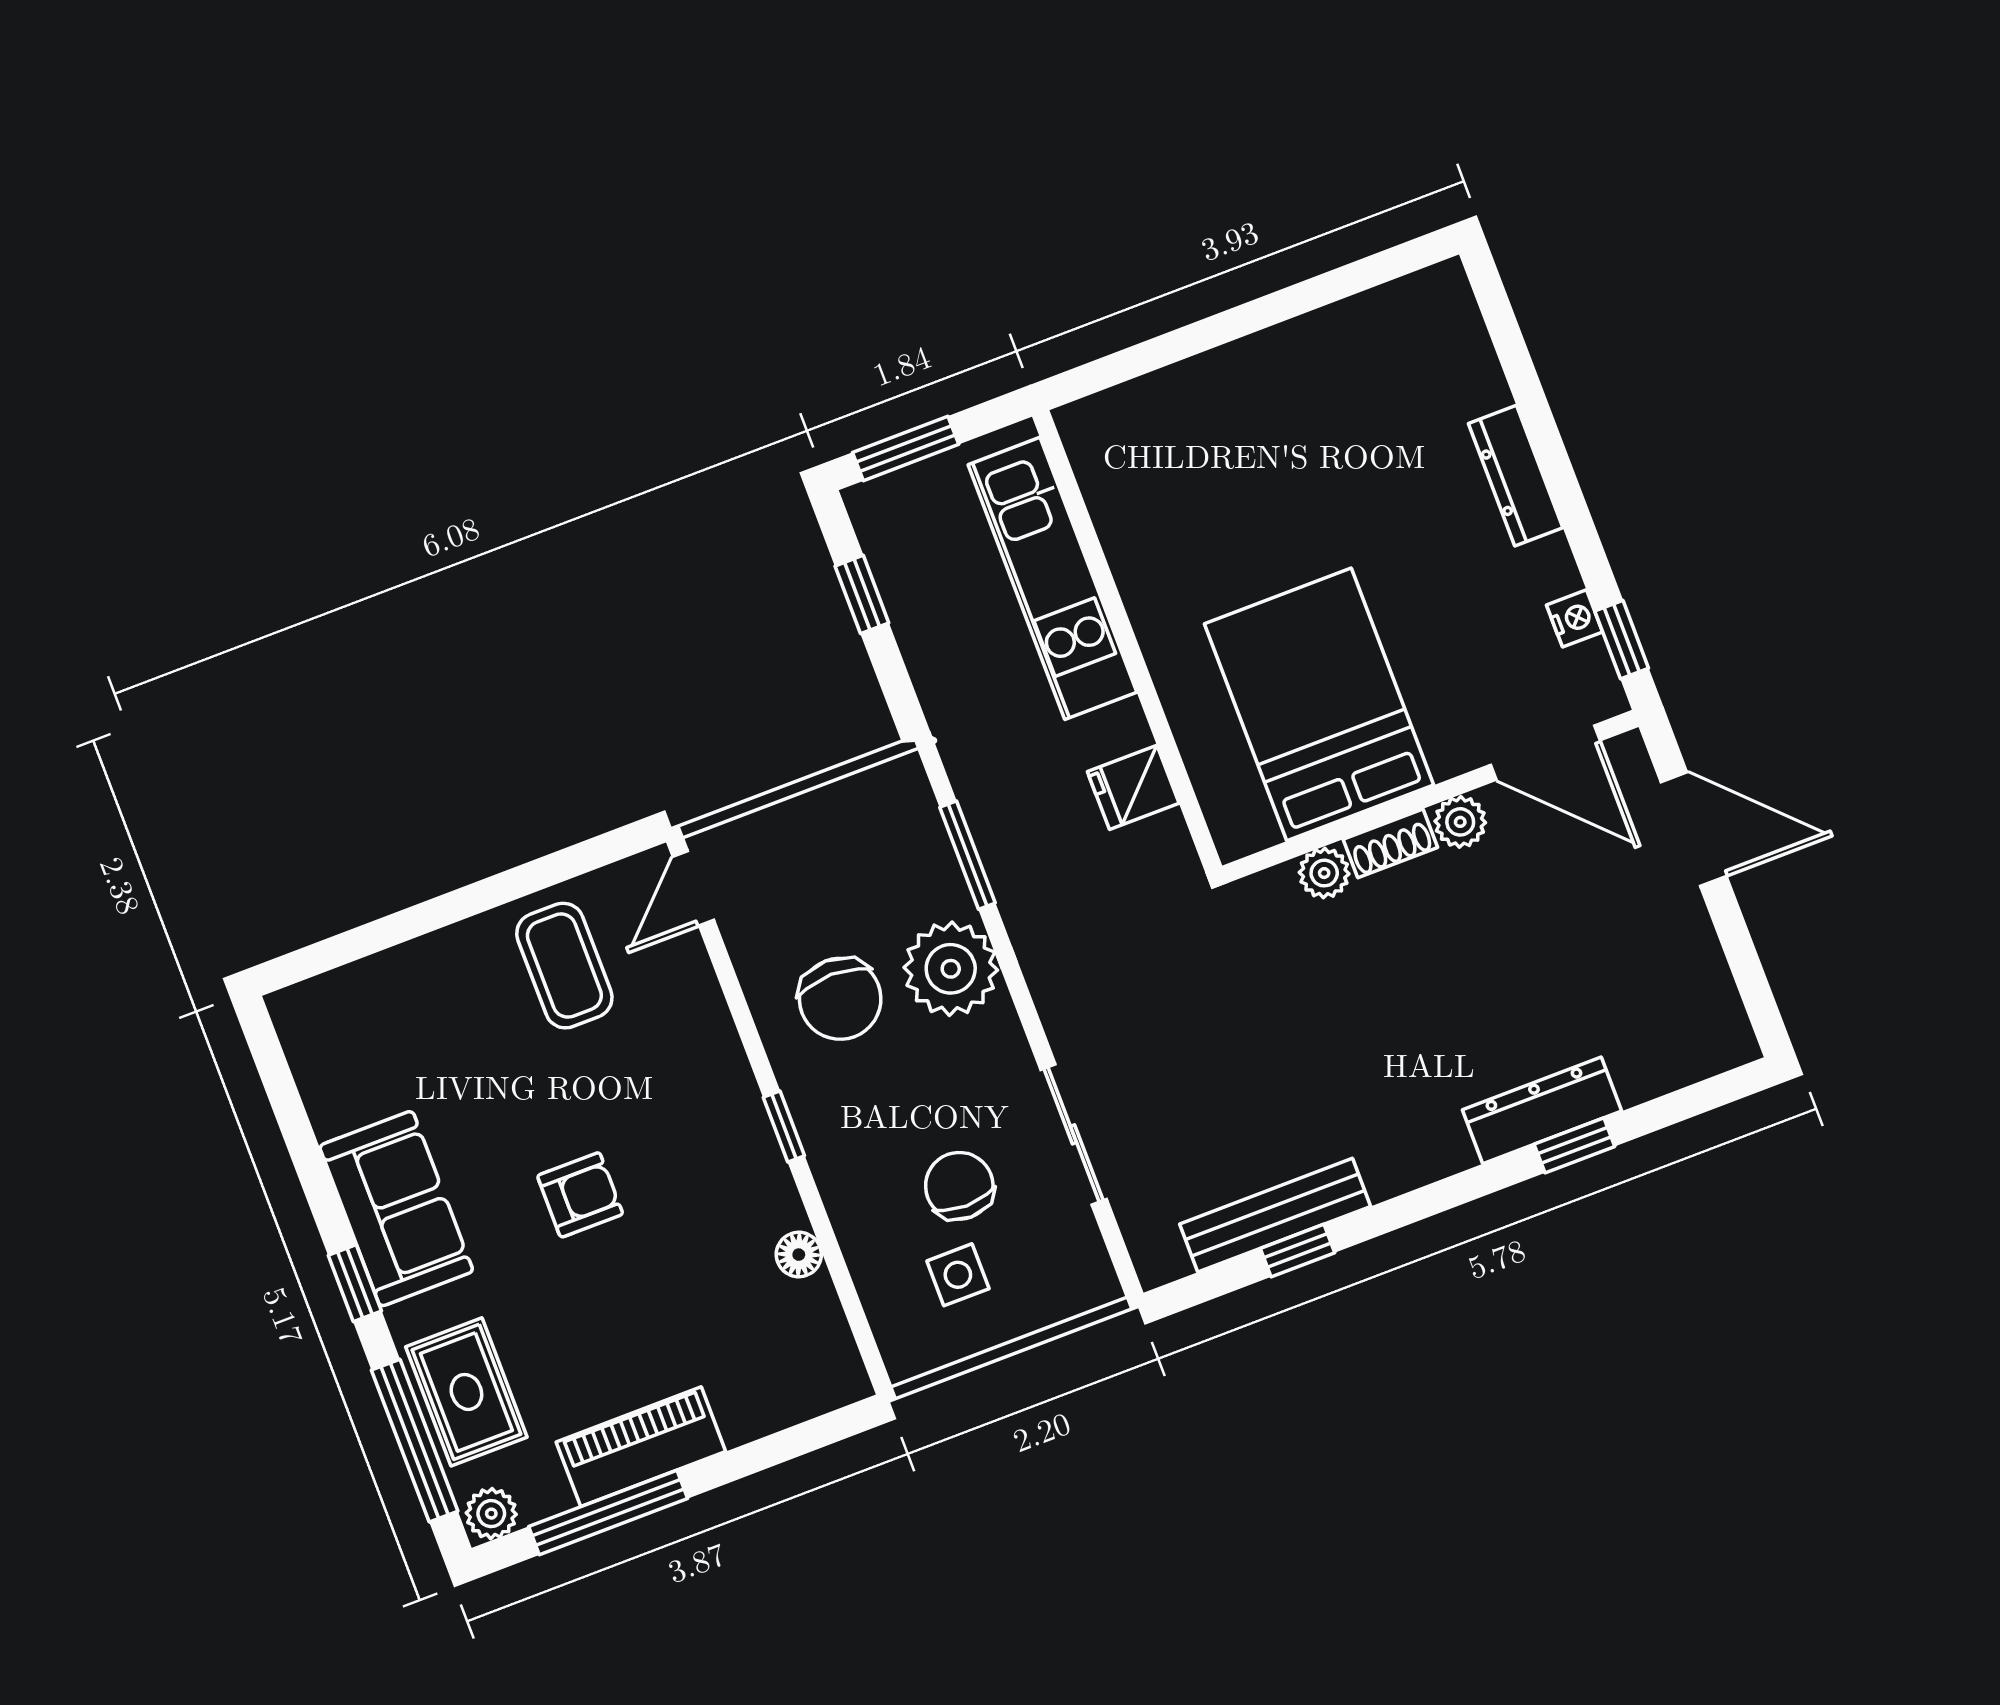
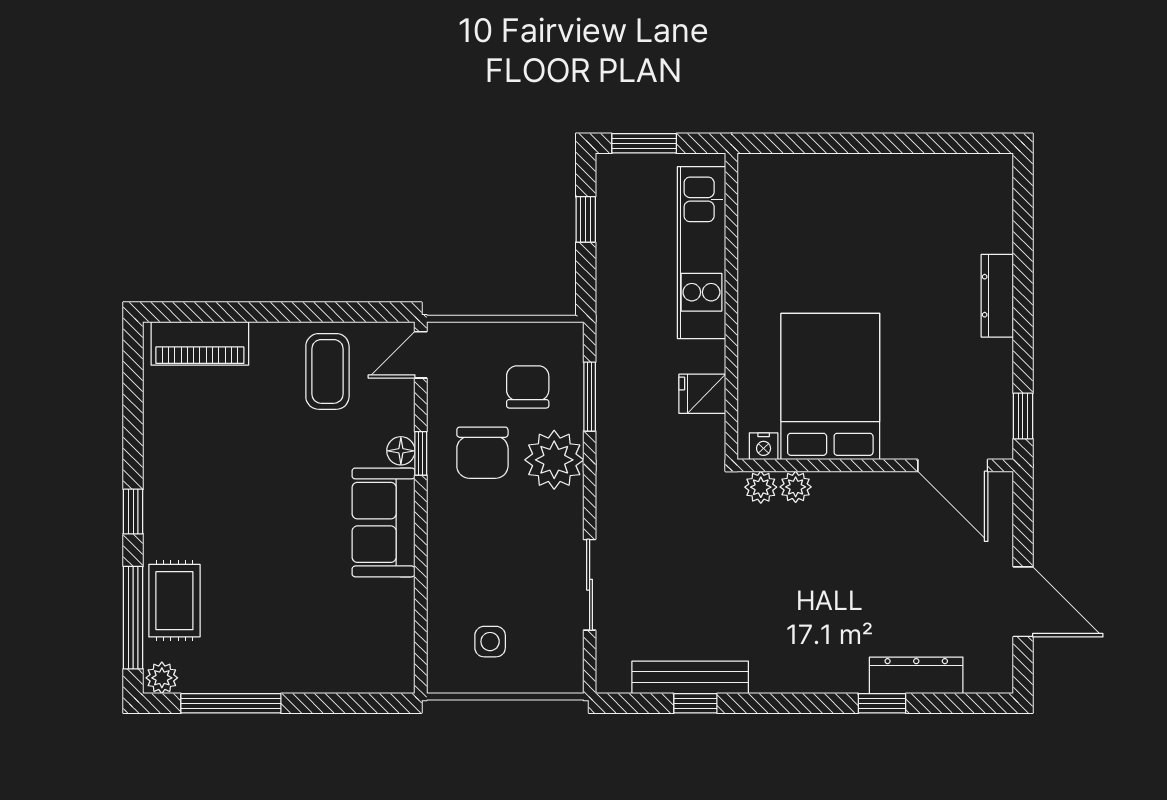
nightstand: (1574, 618) -> (764, 446), moved, turned 90
plant: (1460, 822) -> (761, 487), moved
door: (1694, 829) -> (1023, 602), moved
shoe rack: (1390, 843) -> (841, 484), removed
dresser: (1542, 1110) -> (916, 675), moved
window: (784, 1127) -> (421, 453), moved
chair: (959, 1186) -> (528, 387), moved
armchair: (580, 1195) -> (285, 510), removed
sofa: (396, 1209) -> (384, 522), moved, turned 180
floor lamp: (799, 1255) -> (401, 451), moved
piano: (641, 1447) -> (200, 343), moved, turned 180

